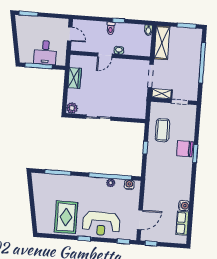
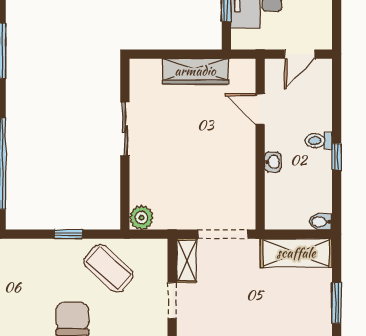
door: (105, 55) -> (260, 109), moved
wardrobe: (75, 78) -> (195, 71), width x1.50
plant: (72, 108) -> (141, 218), moved
coffee table: (163, 130) -> (109, 268), turned 42

